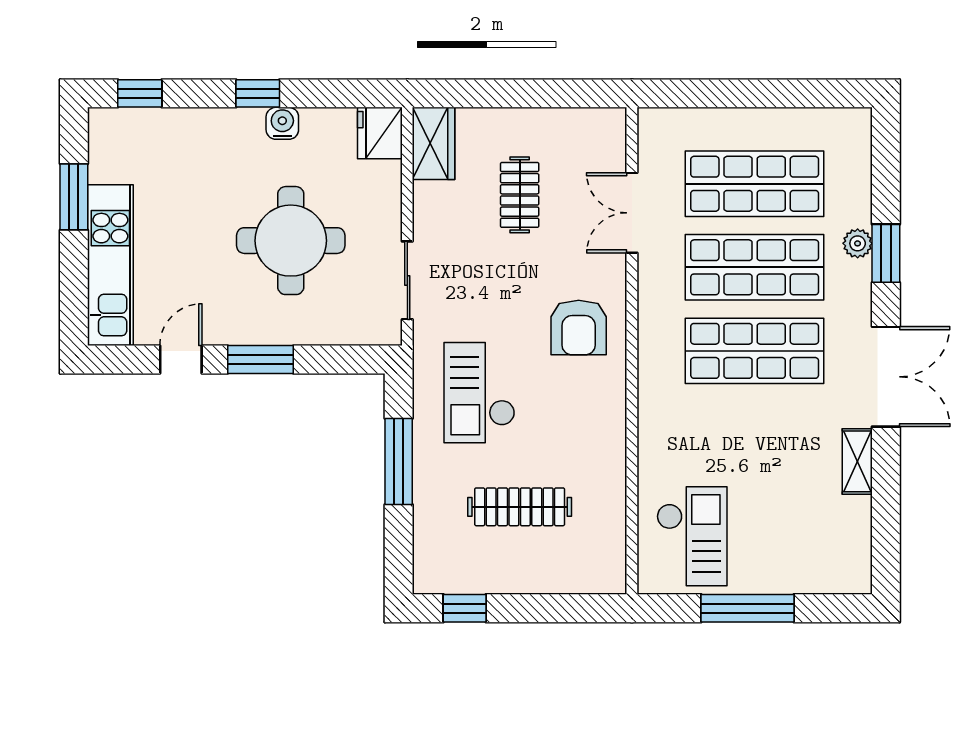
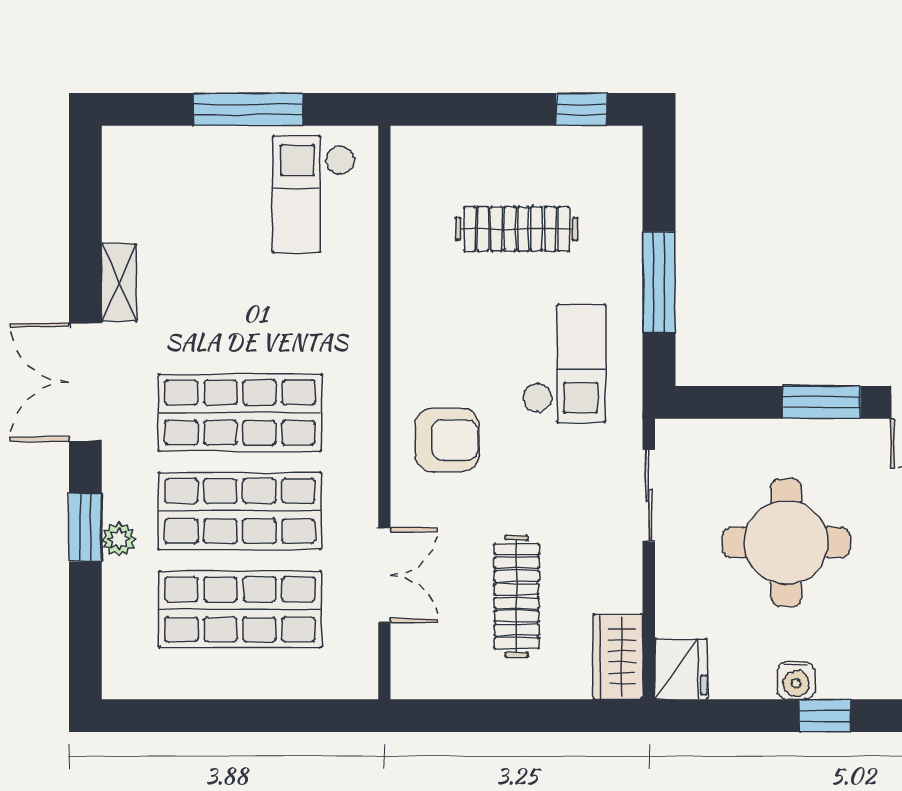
clothes rail: (520, 195) -> (517, 596), width x1.36
armchair: (579, 328) -> (447, 440), turned 90

